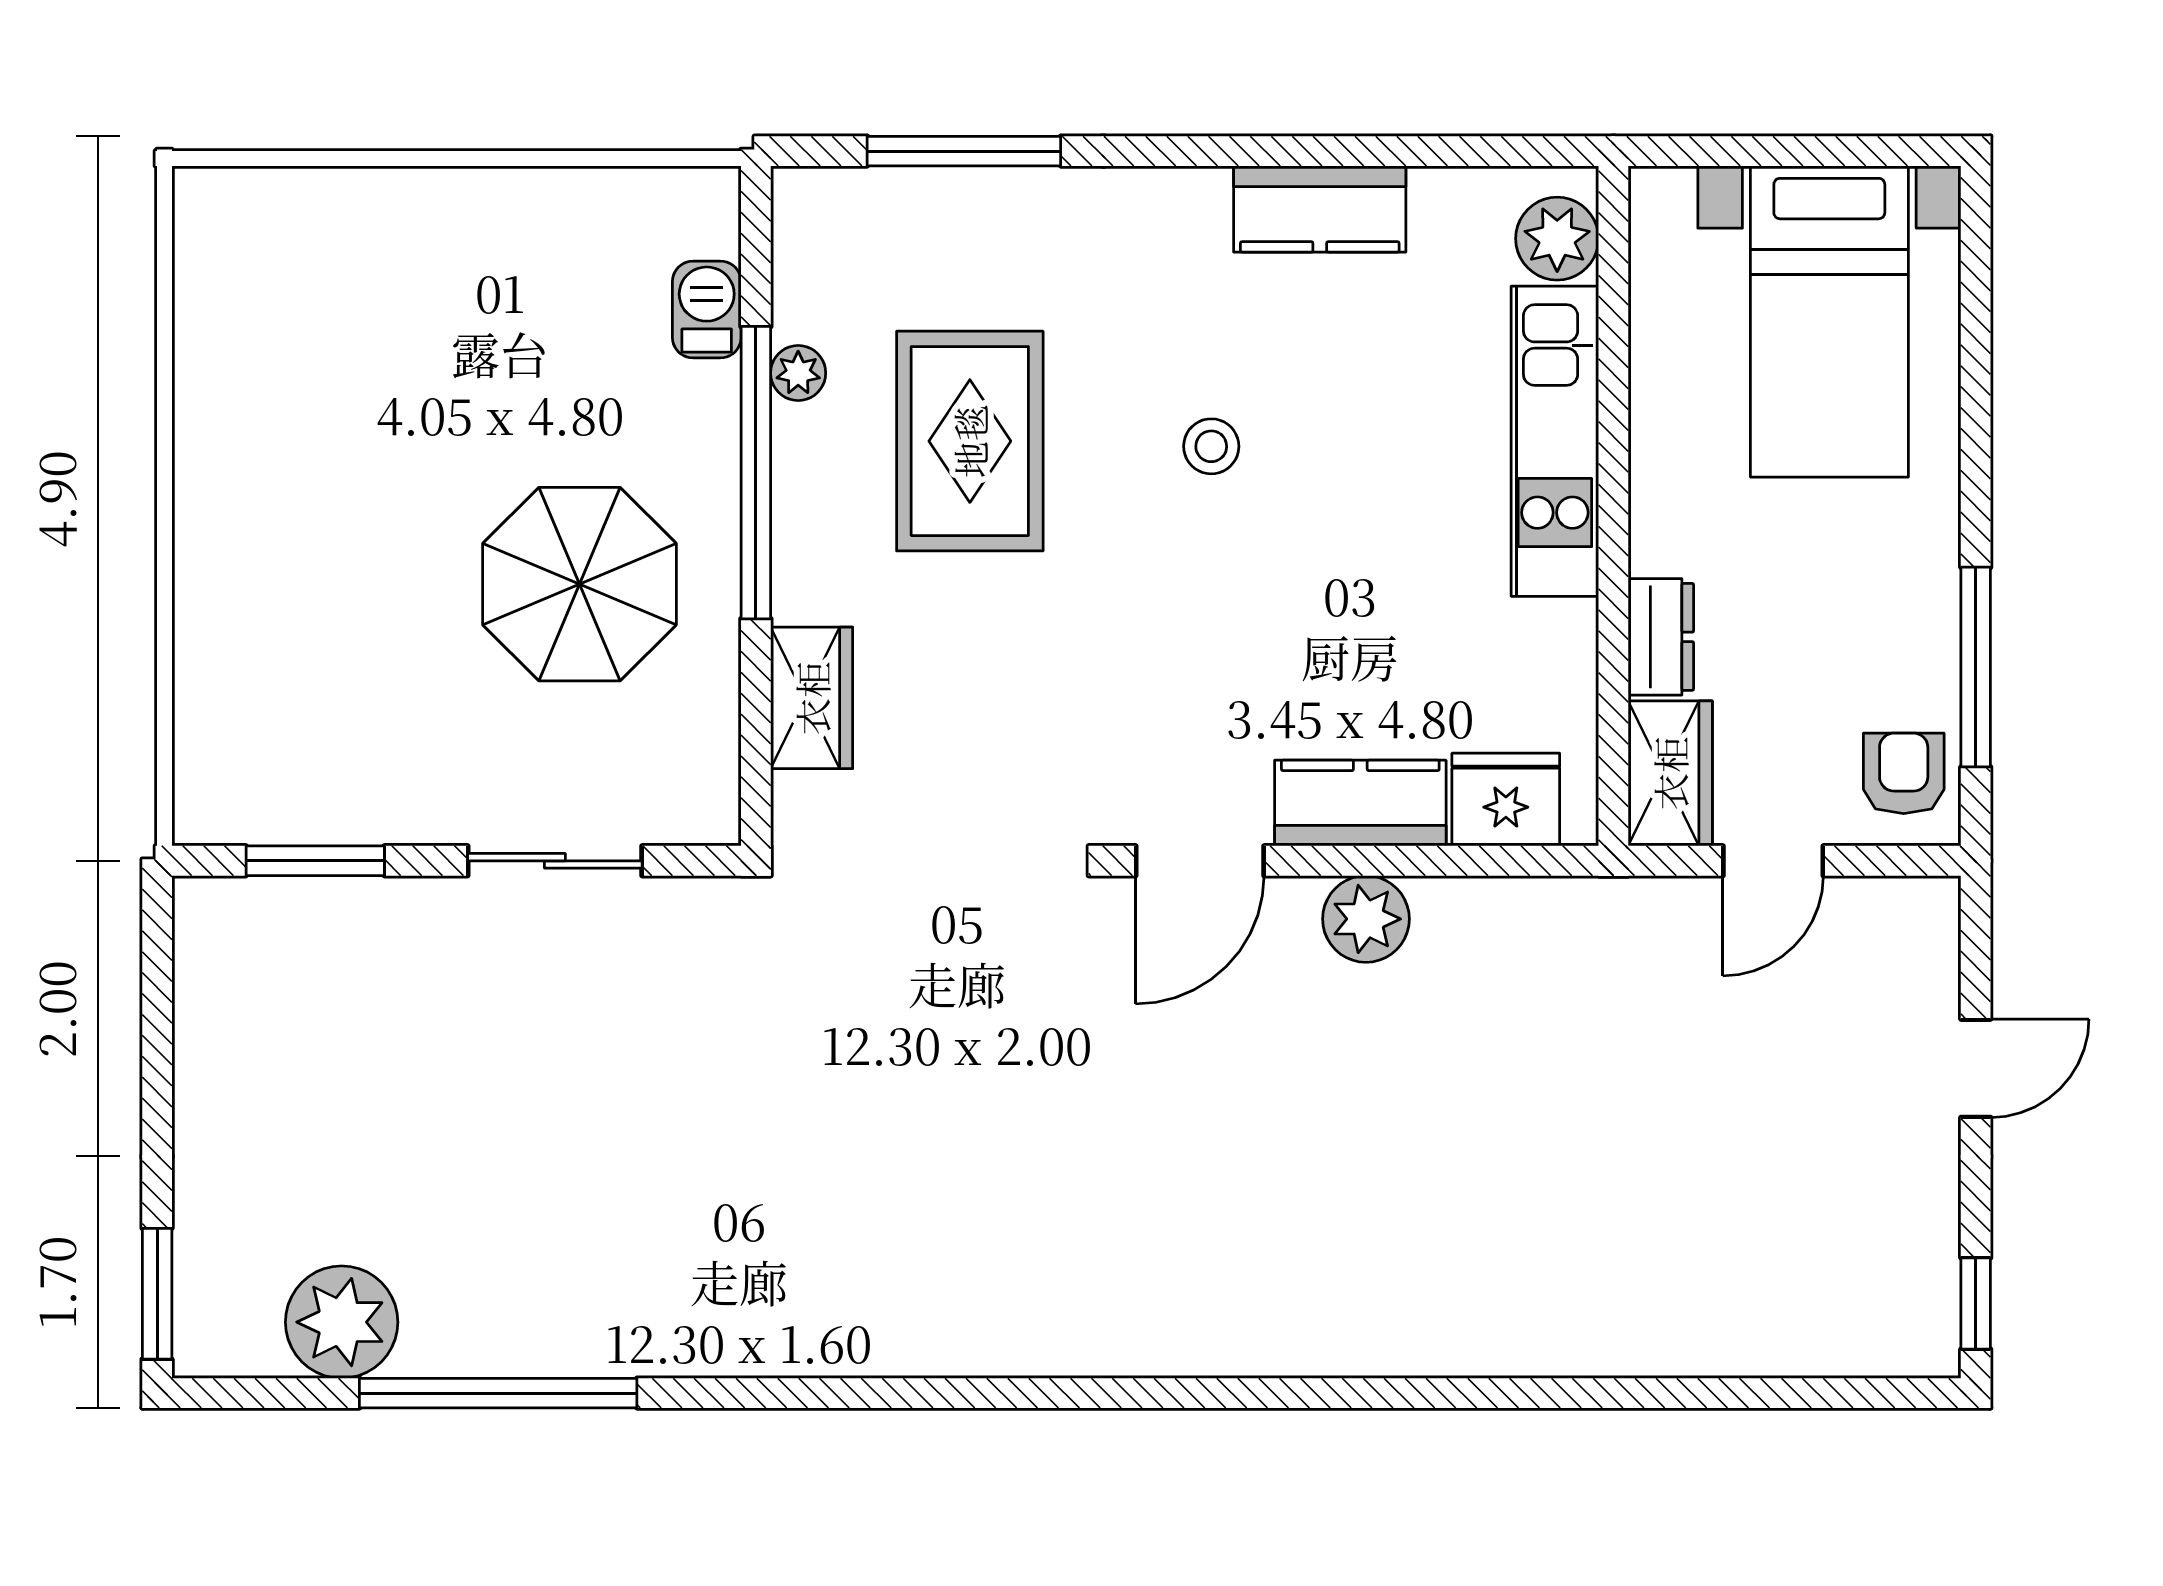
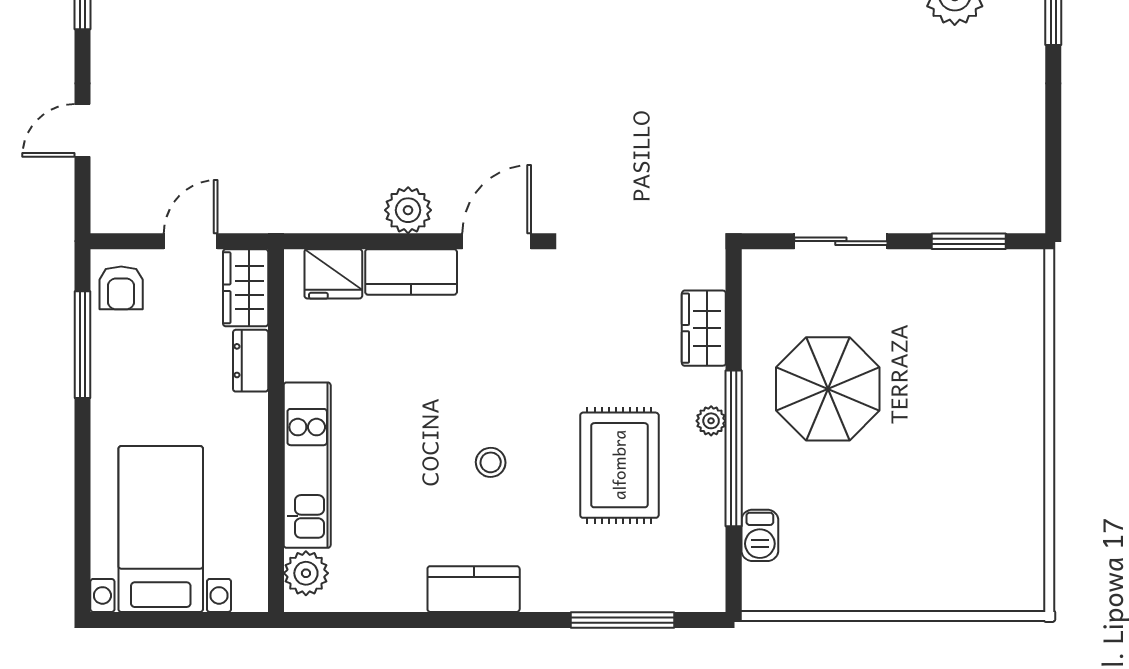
kitchen counter: (1320, 209) -> (474, 589), moved
plant: (798, 373) -> (711, 421), moved

